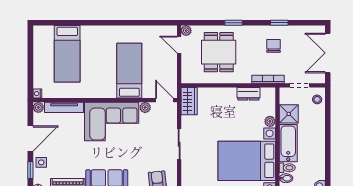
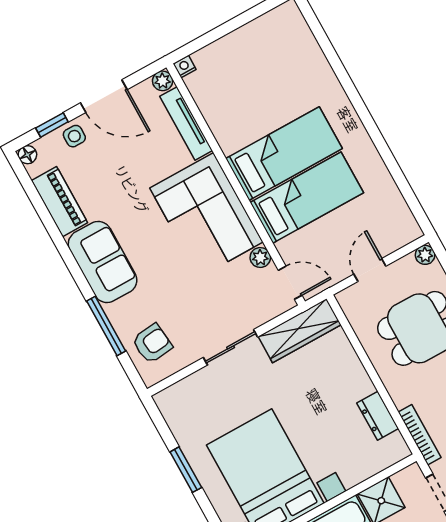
door: (179, 45) -> (370, 270), moved
bed: (67, 54) -> (284, 154), moved, turned 180
door: (164, 100) -> (290, 283), hinge flipped
wardrobe: (189, 101) -> (300, 331), width x1.50
plant: (270, 121) -> (352, 477), removed

